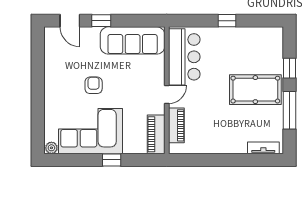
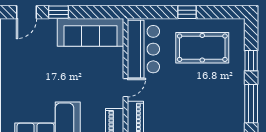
door: (70, 21) -> (27, 12), hinge flipped
armchair: (94, 85) -> (51, 78), removed
pool table: (255, 90) -> (202, 48), moved

